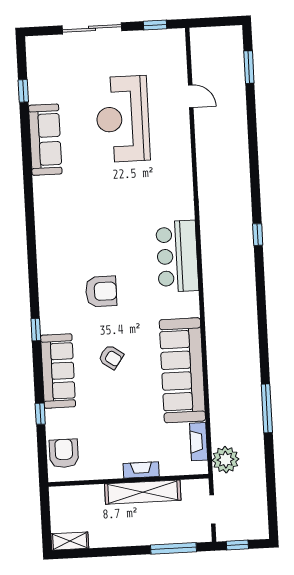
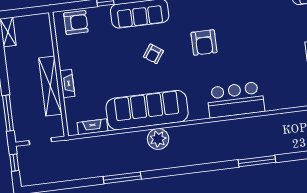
window: (258, 235) -> (257, 161), width x2.17
plant: (226, 460) -> (158, 139), moved

